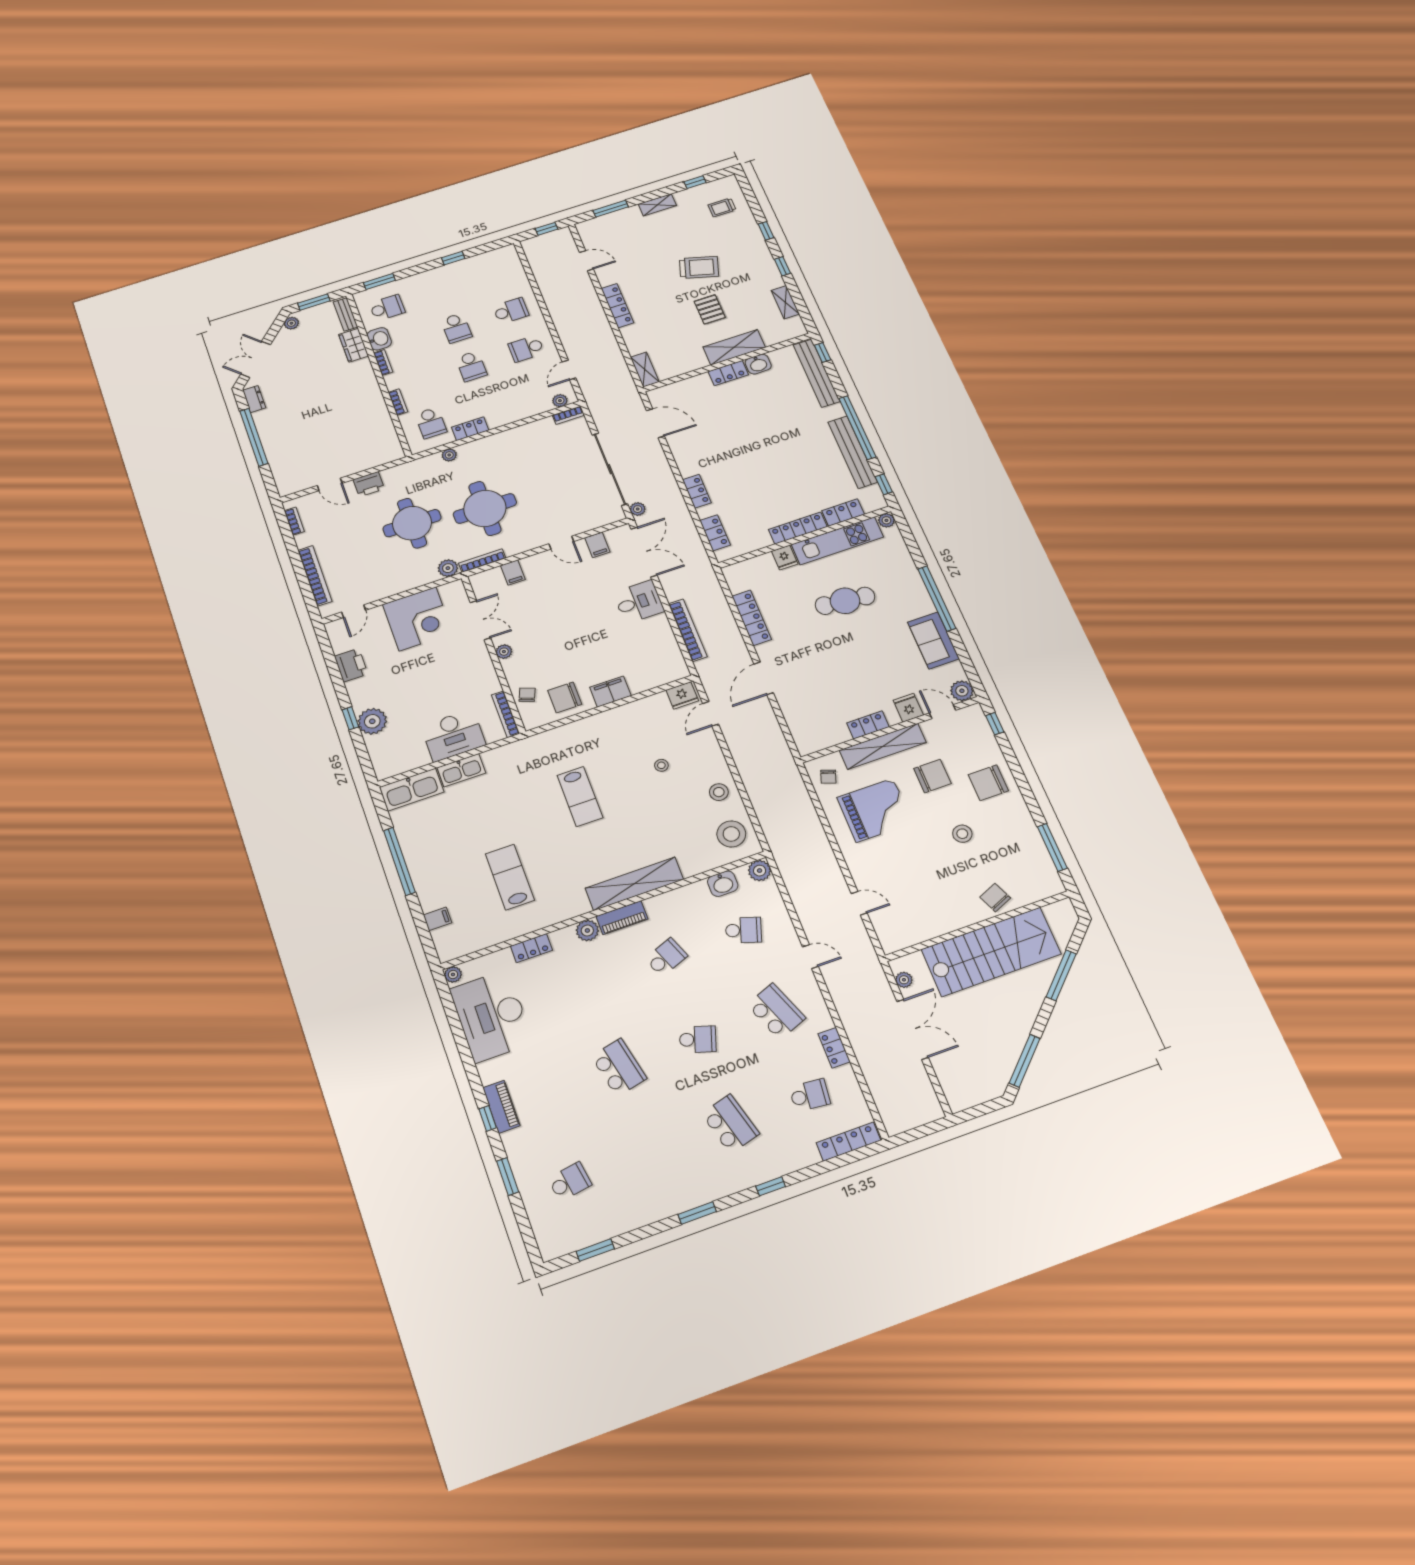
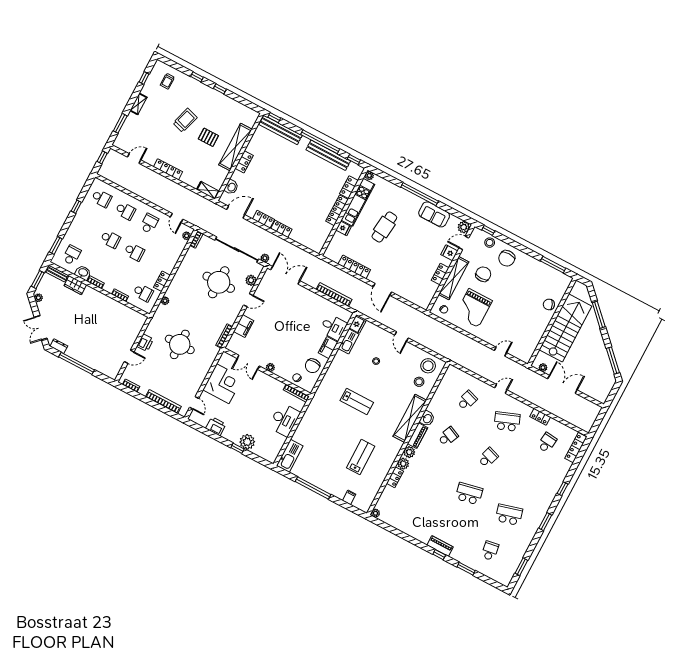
school desk: (496, 273) -> (102, 198), added
shelving: (785, 302) -> (237, 106), removed
school desk: (511, 311) -> (125, 211), turned 90
shelving: (734, 347) -> (235, 147), width x1.47
school desk: (526, 349) -> (149, 223), turned 180
washbasin: (758, 364) -> (231, 187), moved
round table: (485, 508) -> (219, 282), moved
locker: (715, 533) -> (263, 219), moved
filing cabinet: (597, 545) -> (264, 288), removed
plant: (448, 568) -> (251, 280), moved
filing cabinet: (513, 573) -> (244, 326), width x2.00
desk: (639, 602) -> (333, 327), moved, turned 90
double door: (480, 620) -> (248, 362), swing flipped
door: (711, 714) -> (402, 337), moved
kitchen sink: (461, 770) -> (349, 341), moved
stool: (719, 792) -> (419, 382), moved
grand piano: (875, 810) -> (474, 308), turned 180
stool: (962, 834) -> (490, 243), moved
plant: (760, 871) -> (403, 464), moved
lab bench: (510, 877) -> (361, 457), turned 90
washbasin: (723, 884) -> (427, 419), moved
school desk: (666, 957) -> (448, 436), turned 45
desk: (491, 1016) -> (405, 516), removed
school desk: (730, 1124) -> (509, 515), moved

